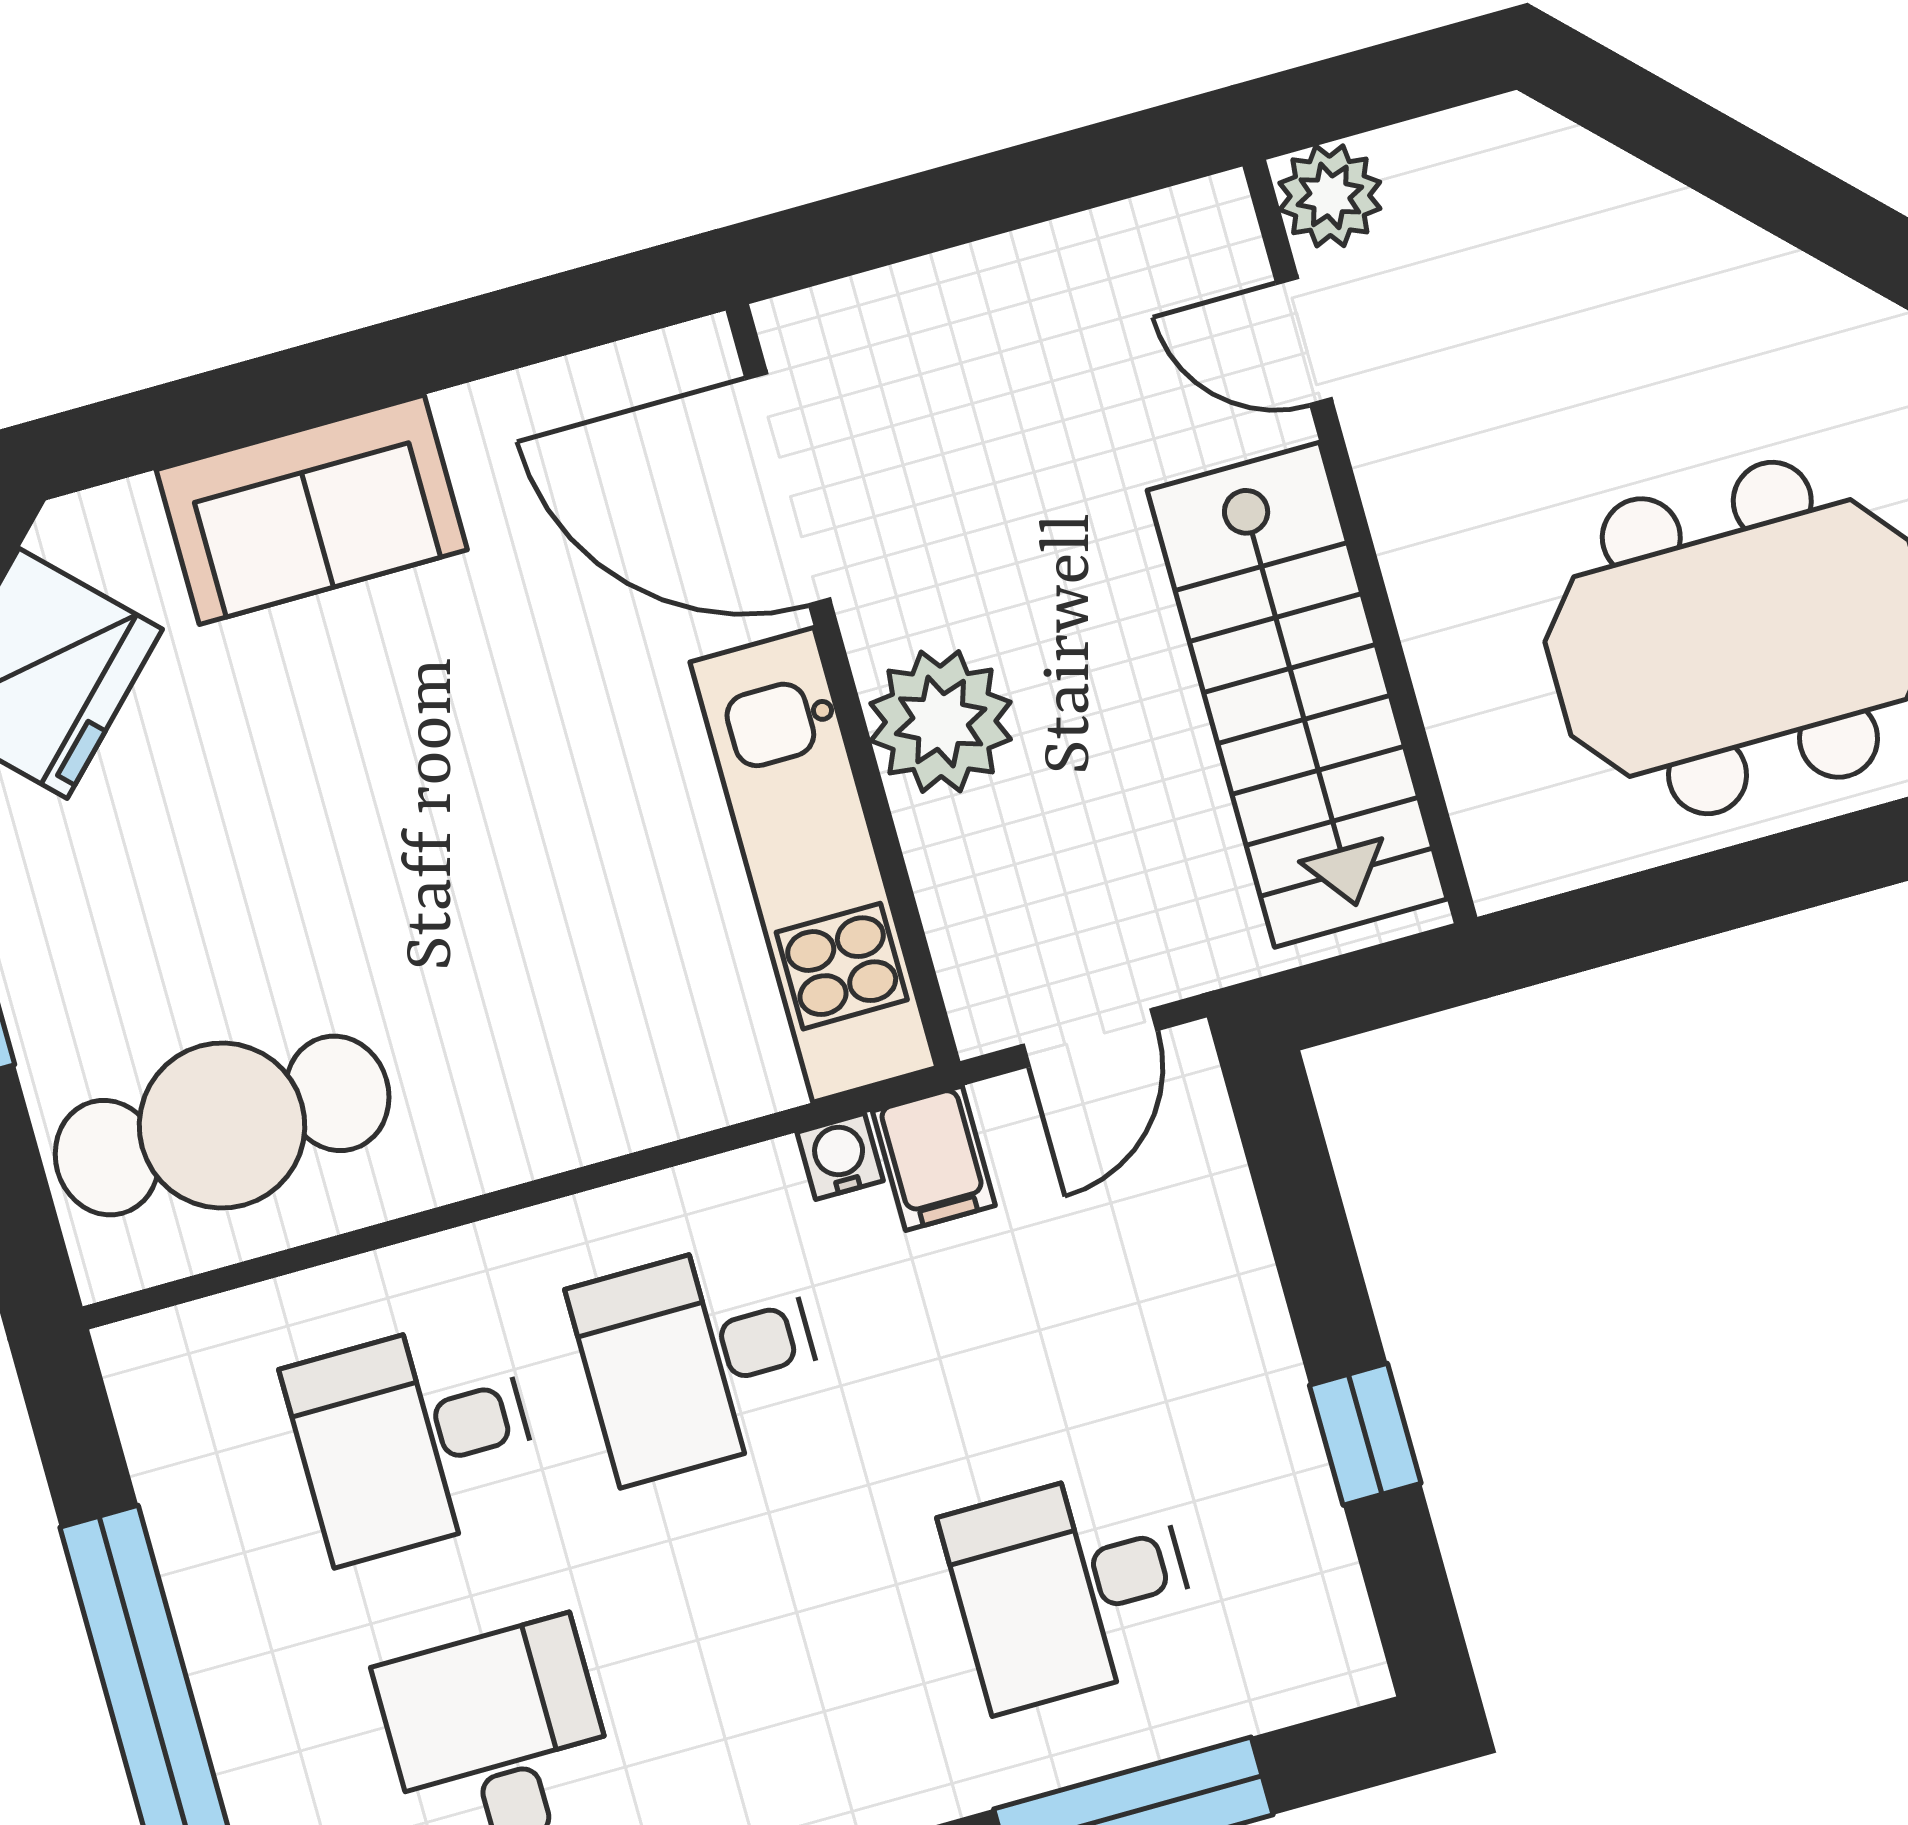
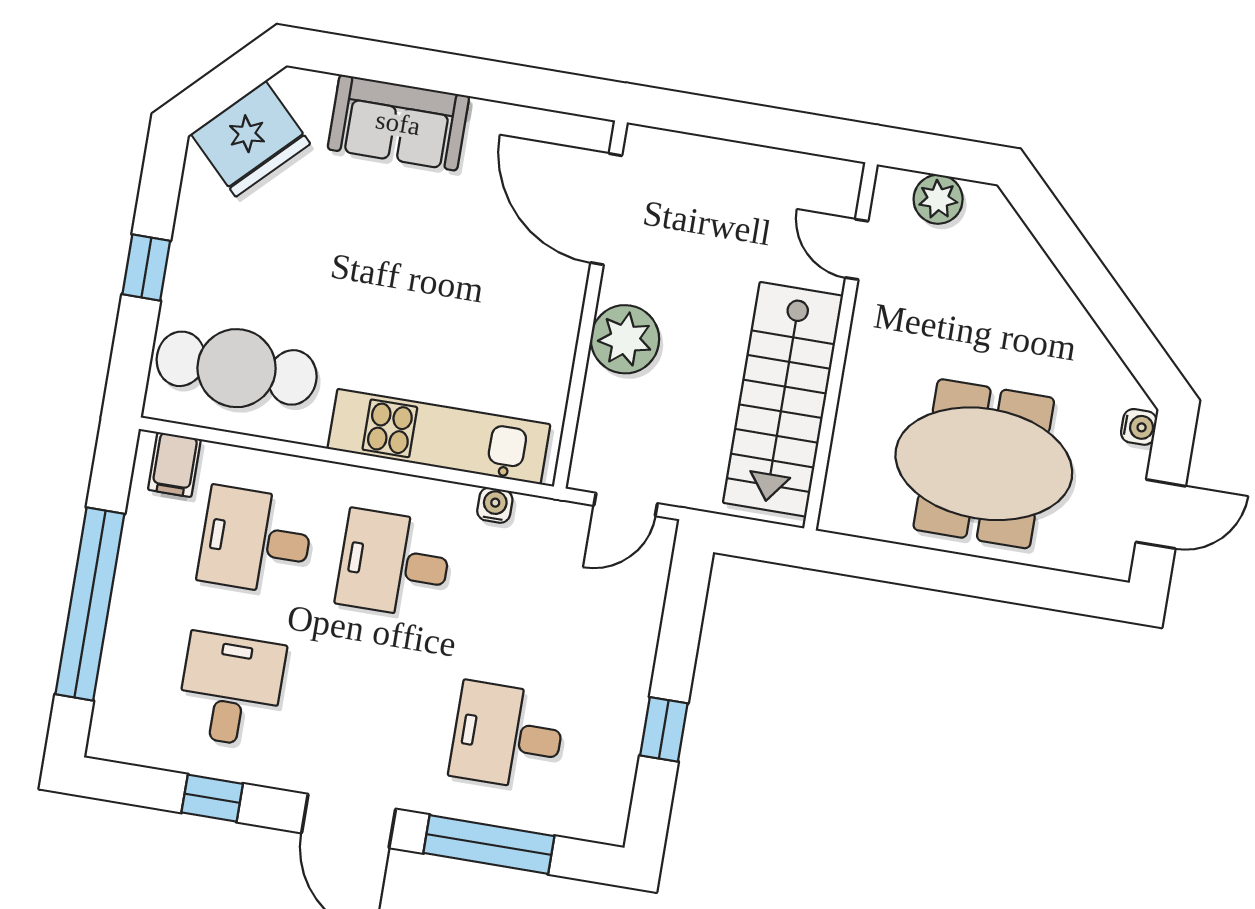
plant: (1330, 196) -> (938, 199), moved
kitchen unit: (813, 865) -> (439, 437), moved, turned 90
filing cabinet: (934, 1158) -> (174, 465), moved

